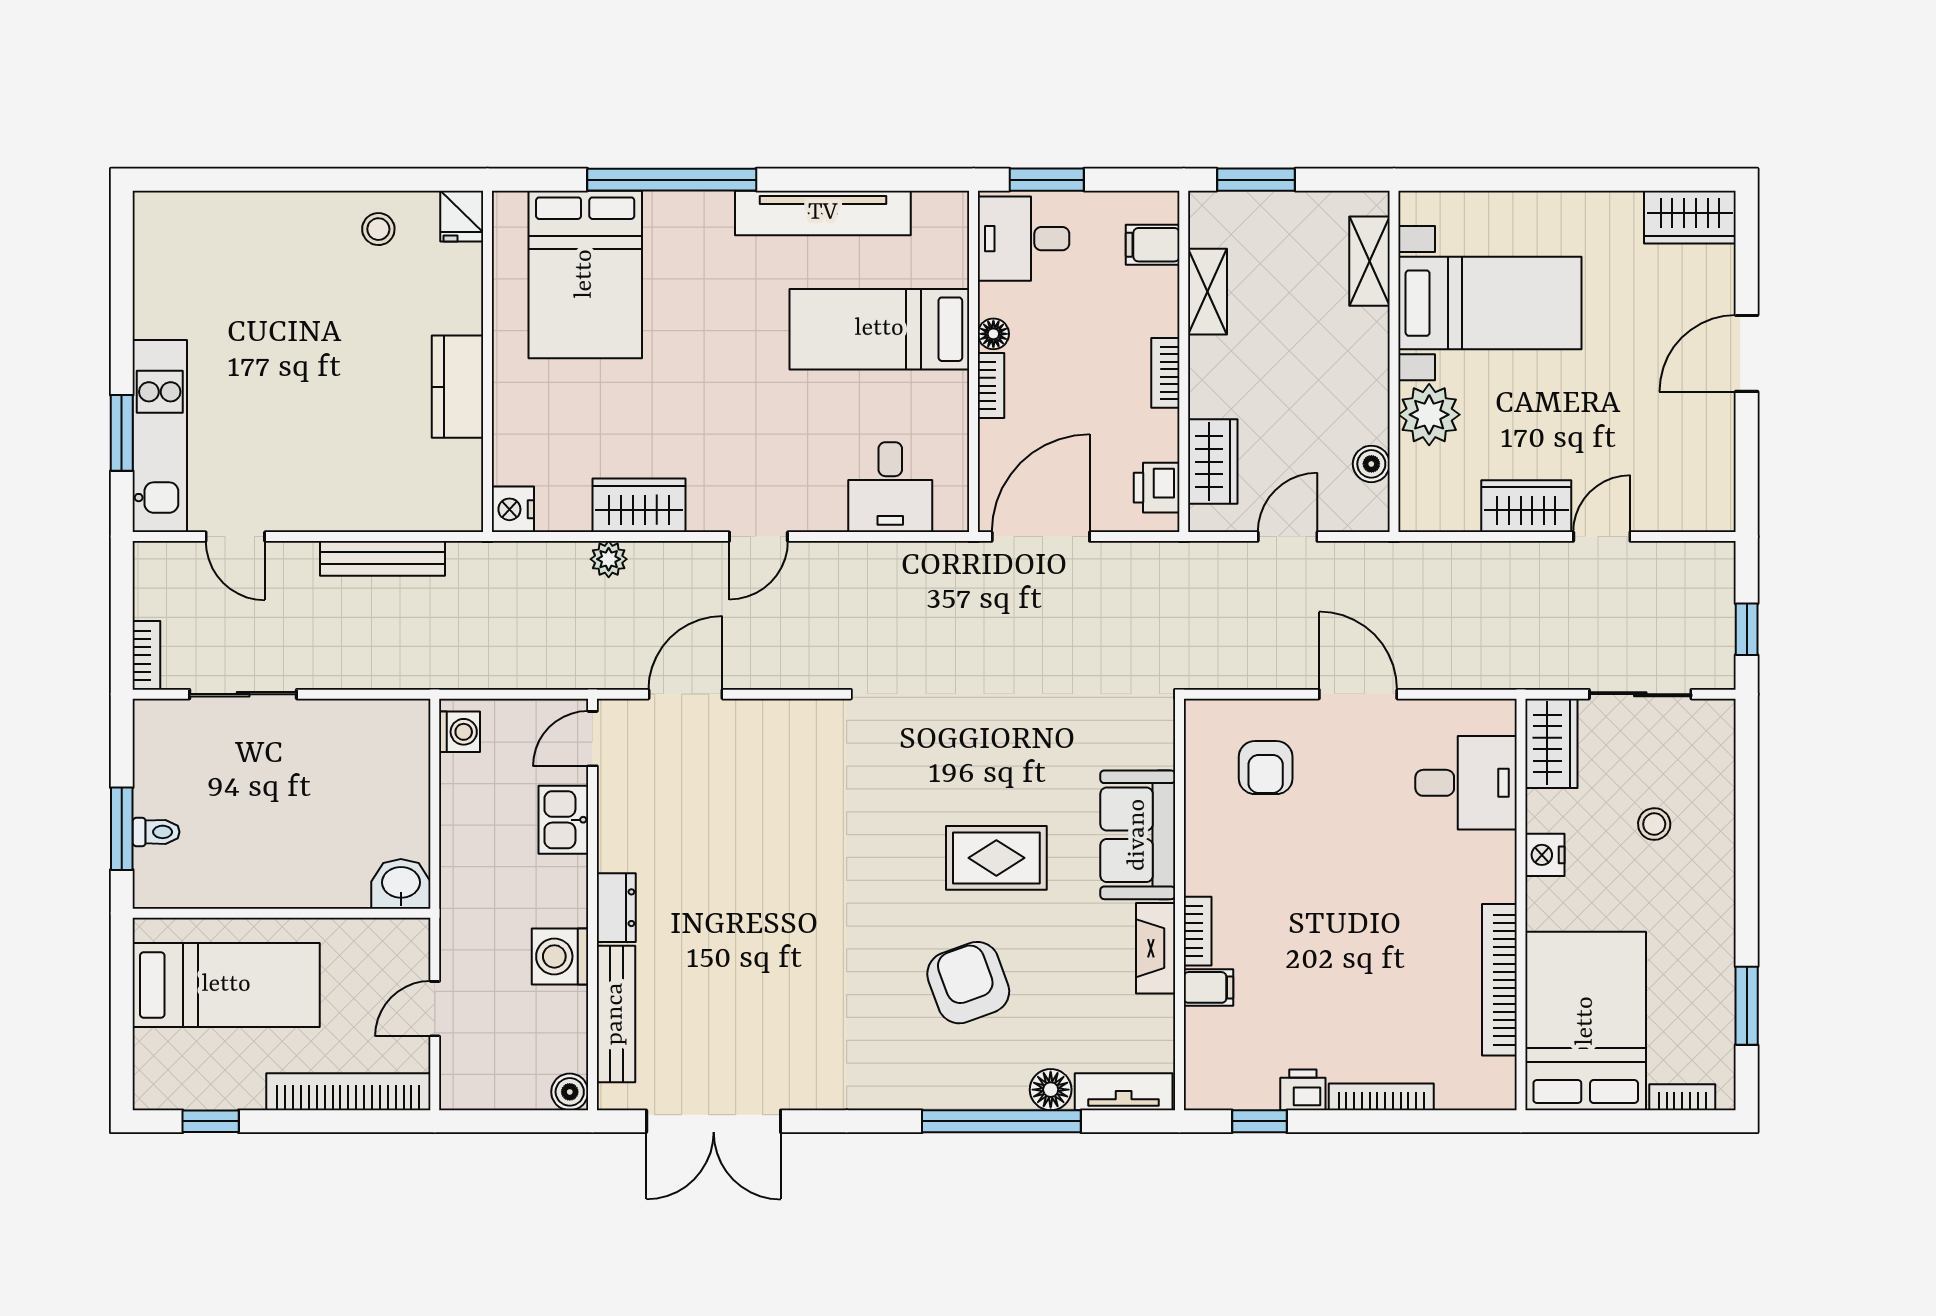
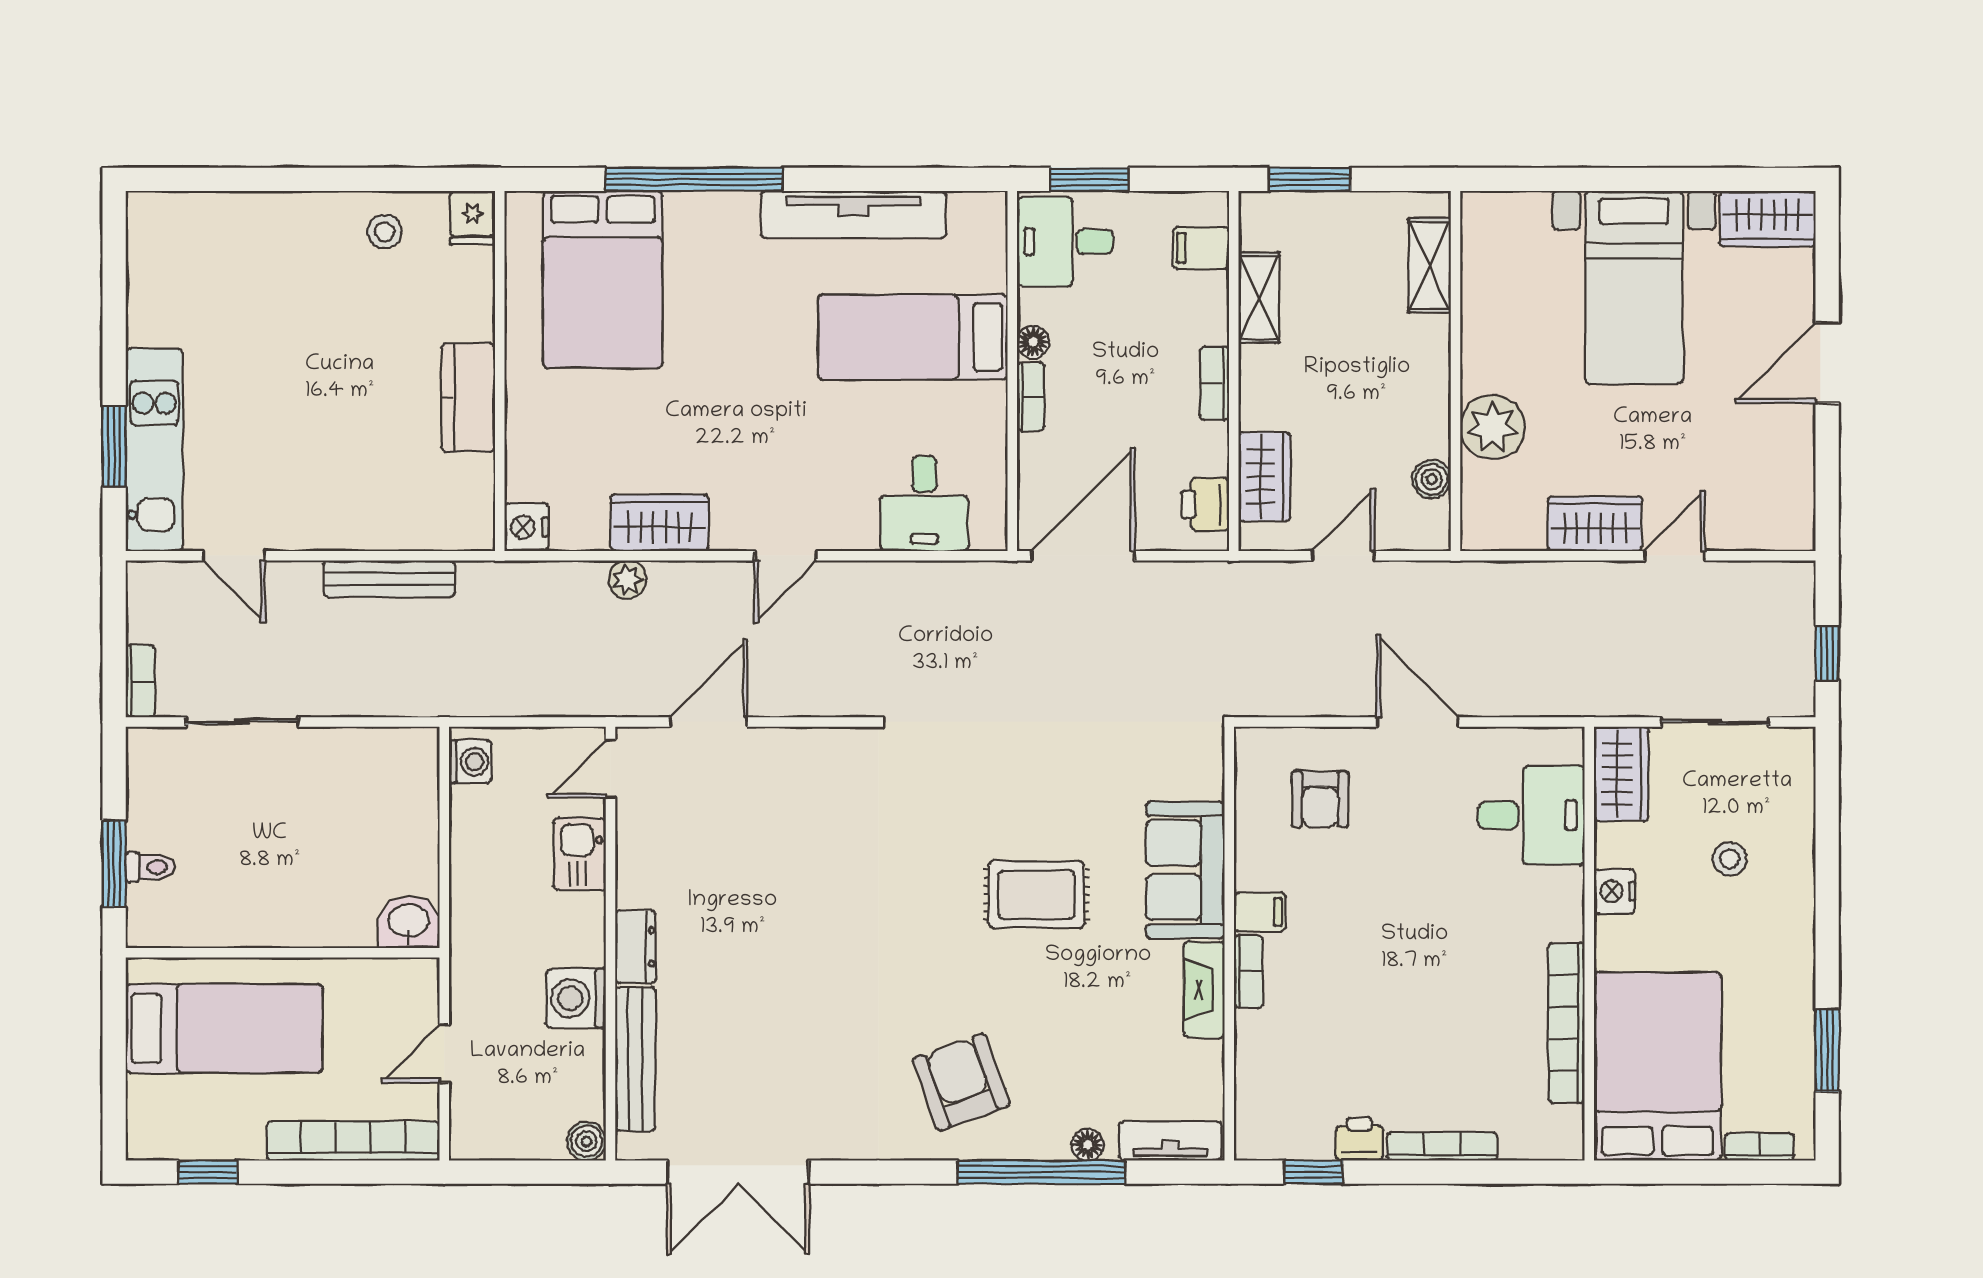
bed with nightstands: (1490, 303) -> (1634, 287), moved, turned 90
armchair: (968, 983) -> (961, 1082), moved
filing cabinet: (1208, 987) -> (1260, 912), moved
floor lamp: (1051, 1090) -> (1088, 1145), width x0.73, depth x0.73

